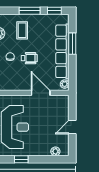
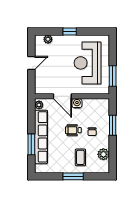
window: (54, 11) -> (49, 176), removed
water cooler: (26, 86) -> (77, 103), added
window: (21, 159) -> (70, 32), moved

